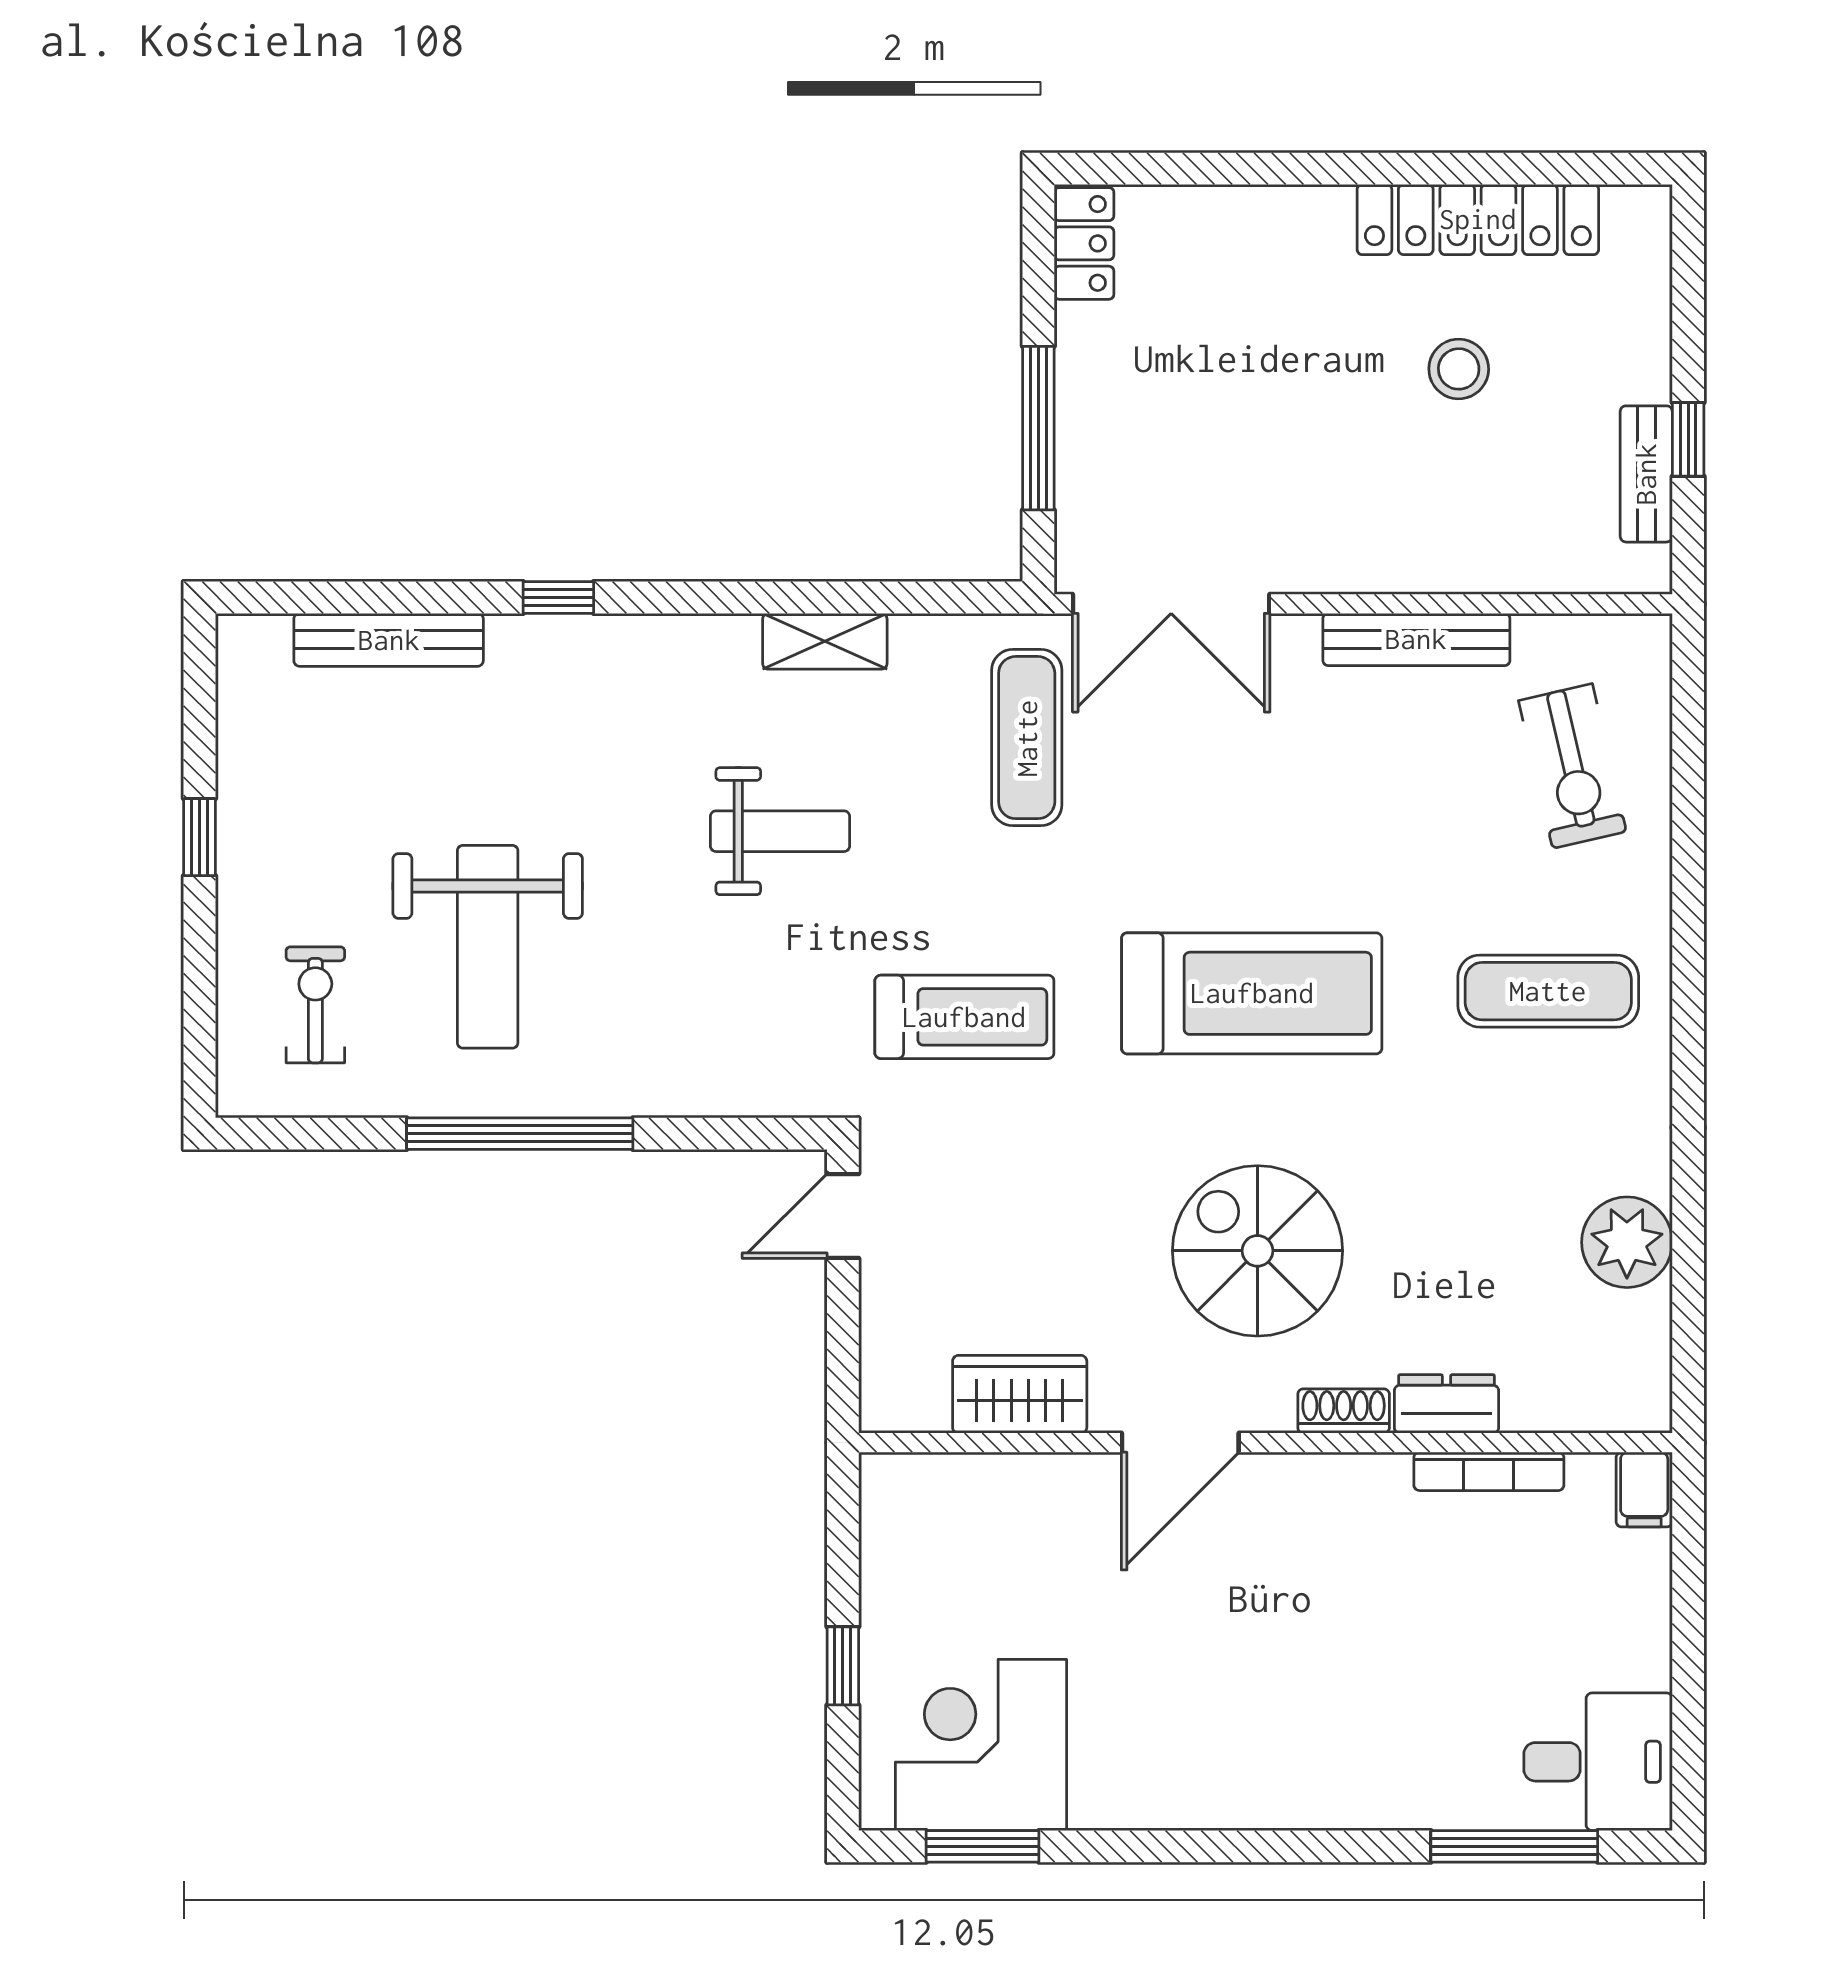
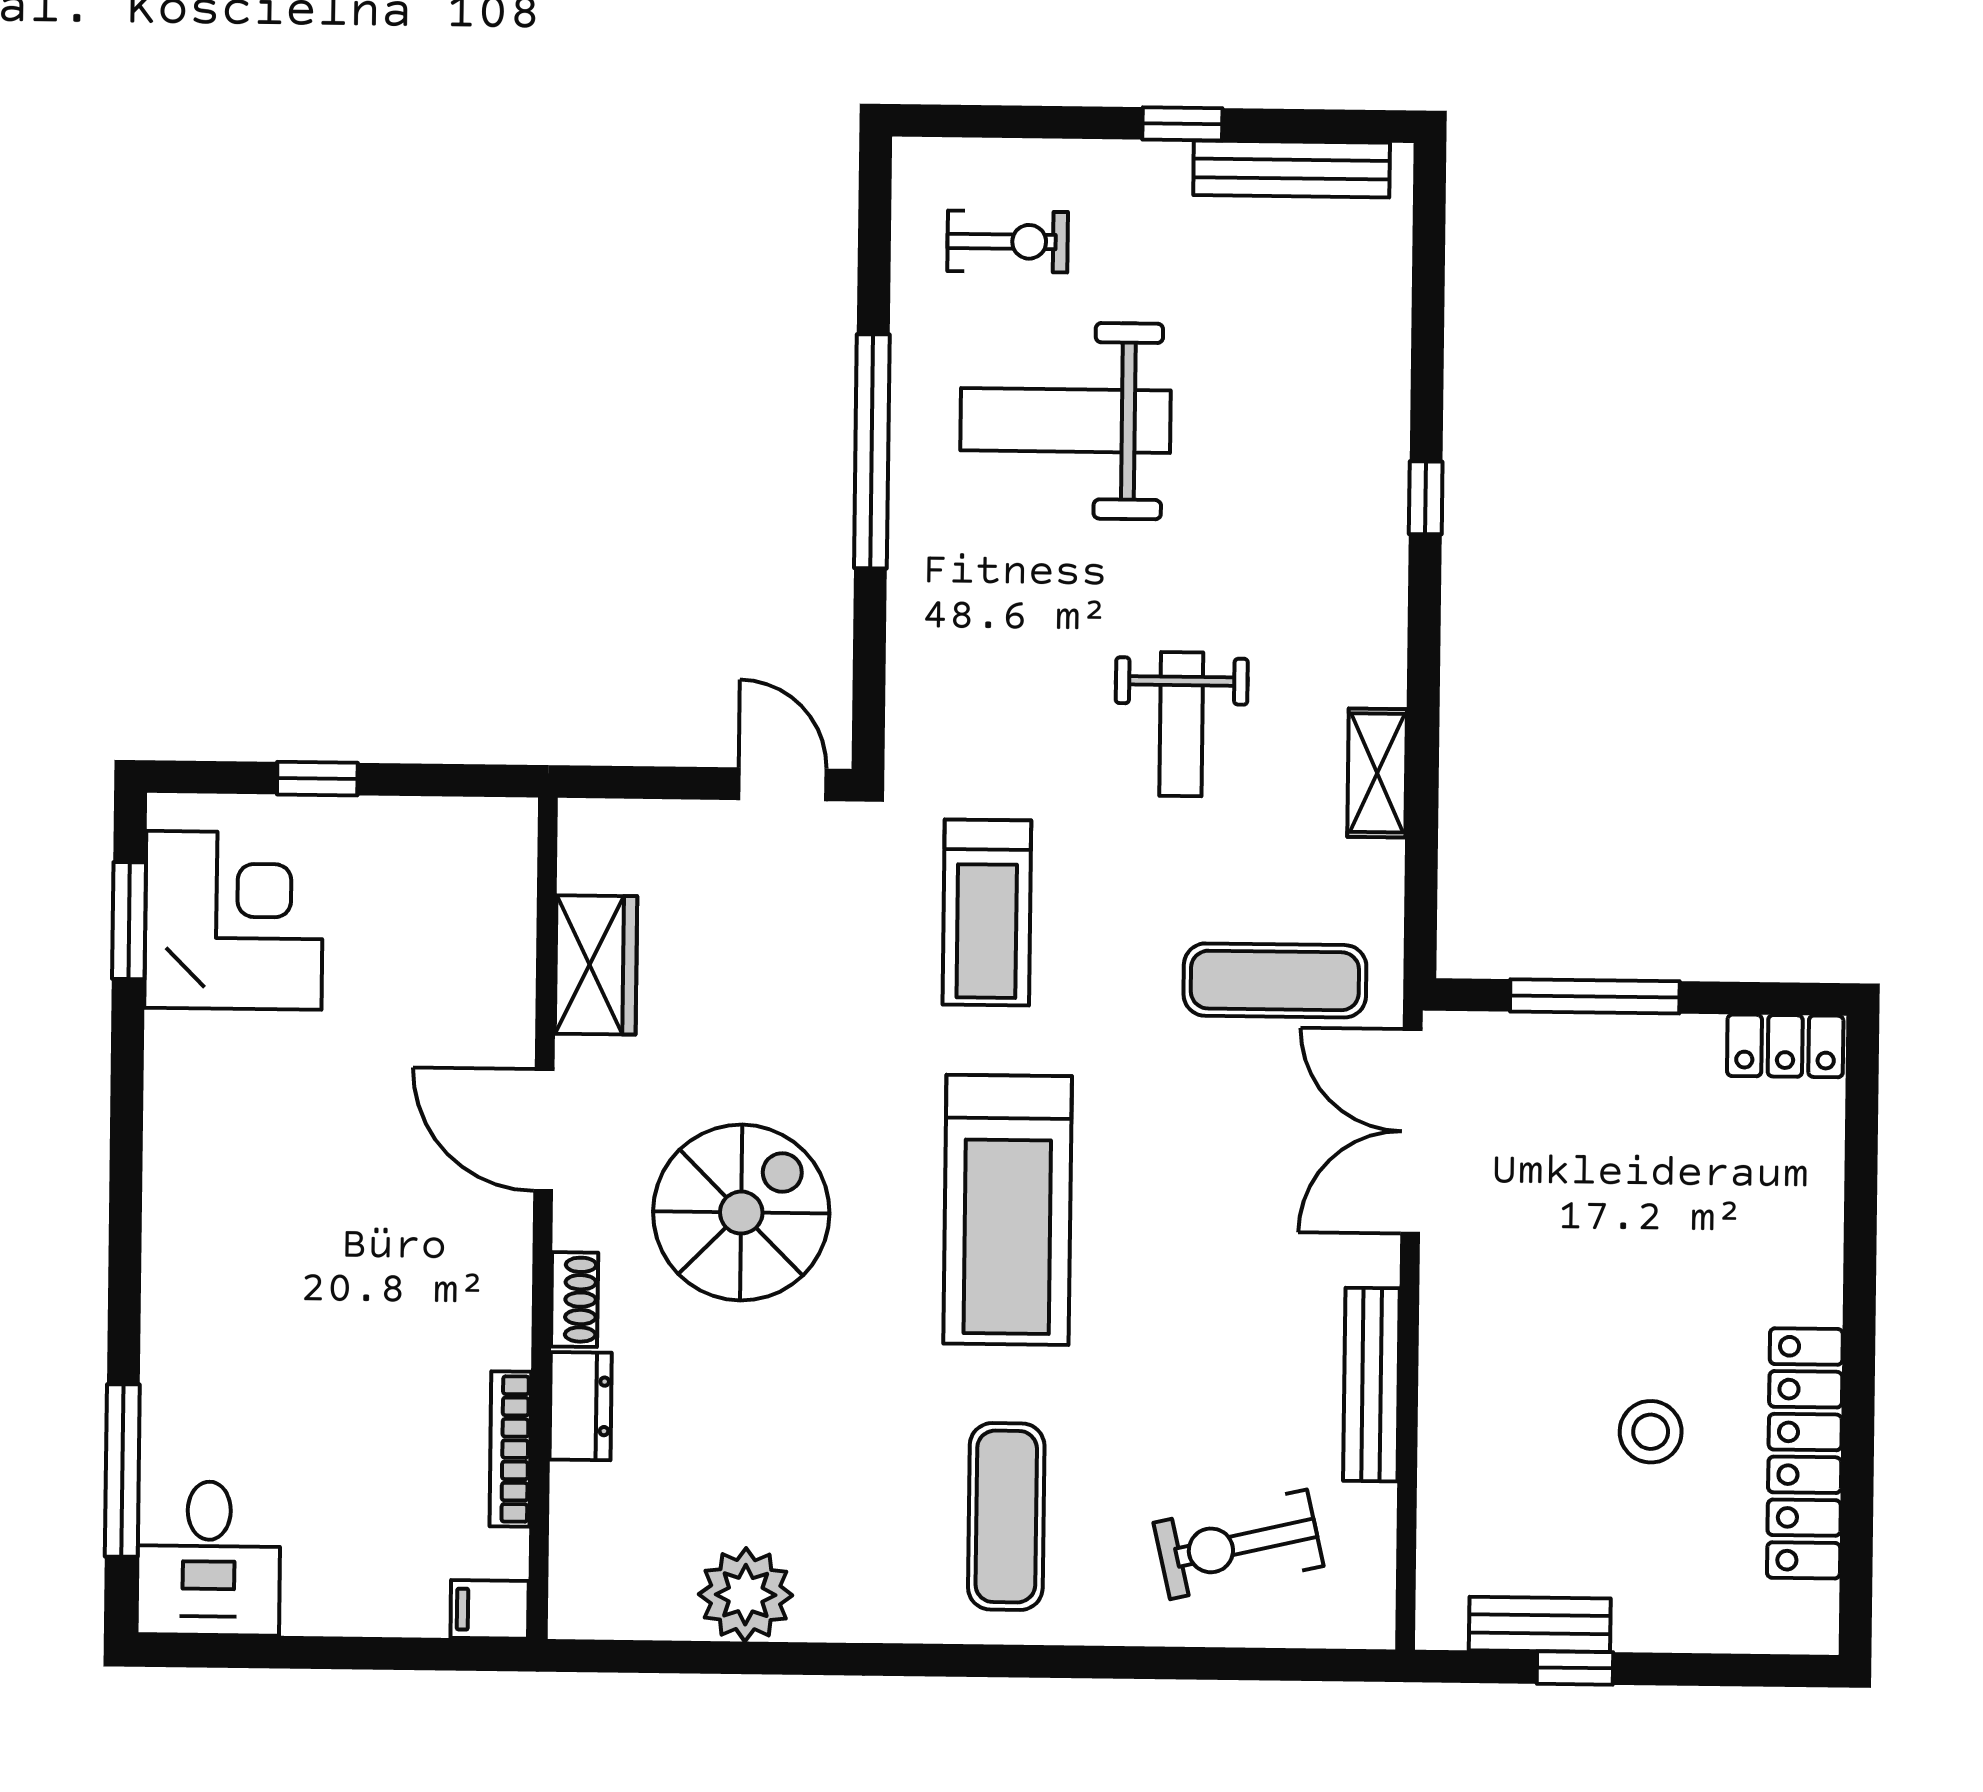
bench: (389, 640) -> (1292, 169), moved, turned 90

